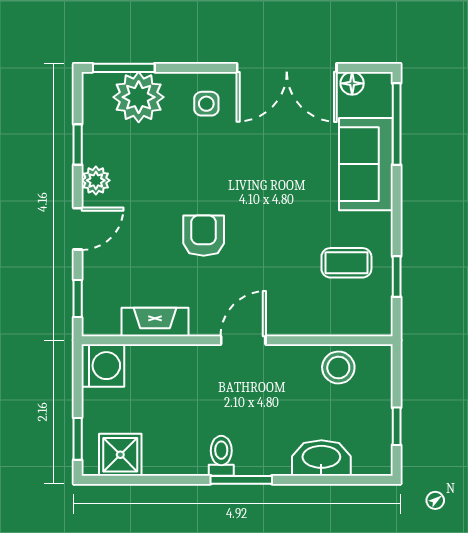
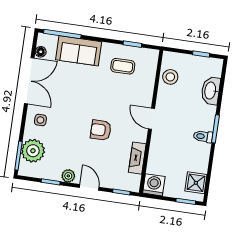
coffee table: (346, 263) -> (123, 66), turned 90

